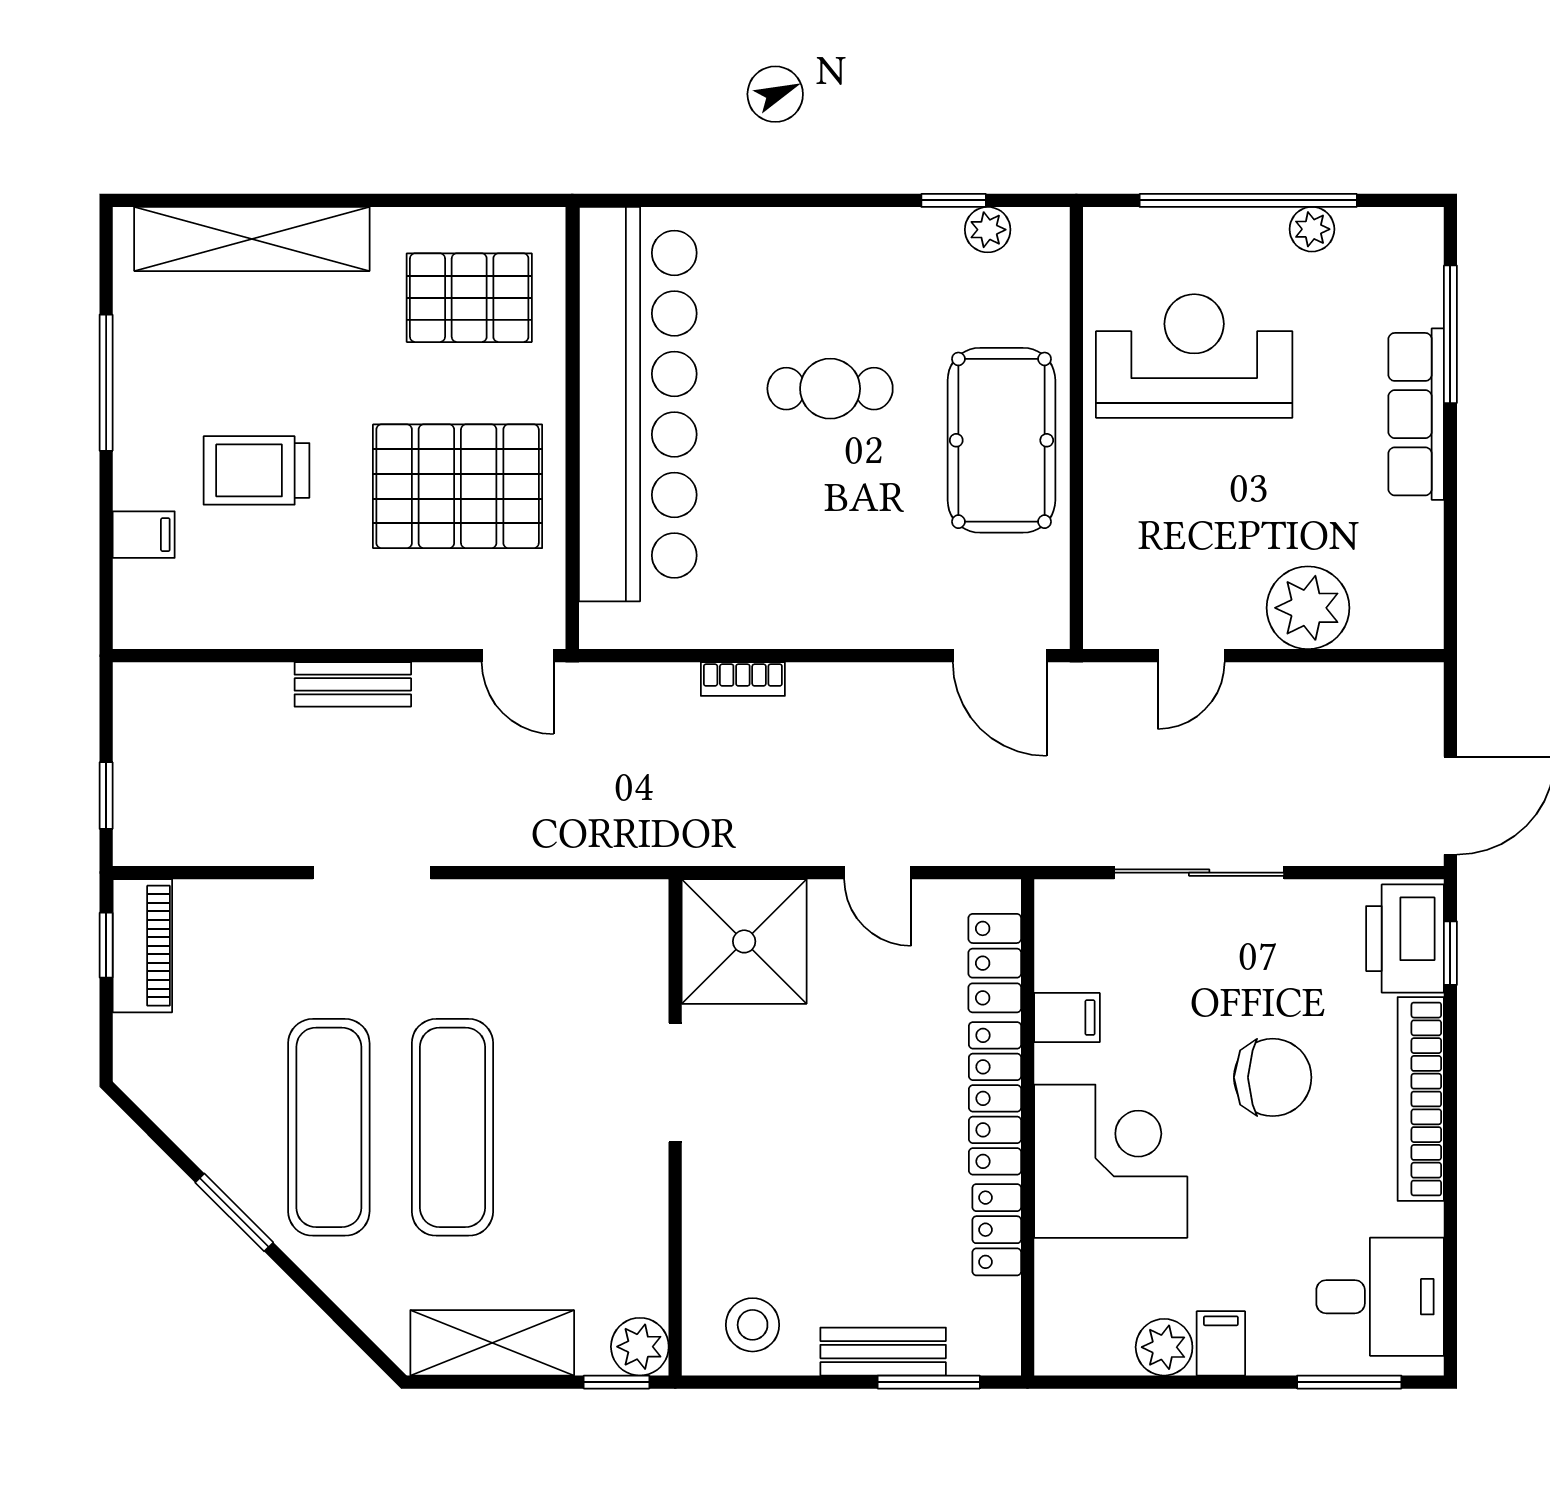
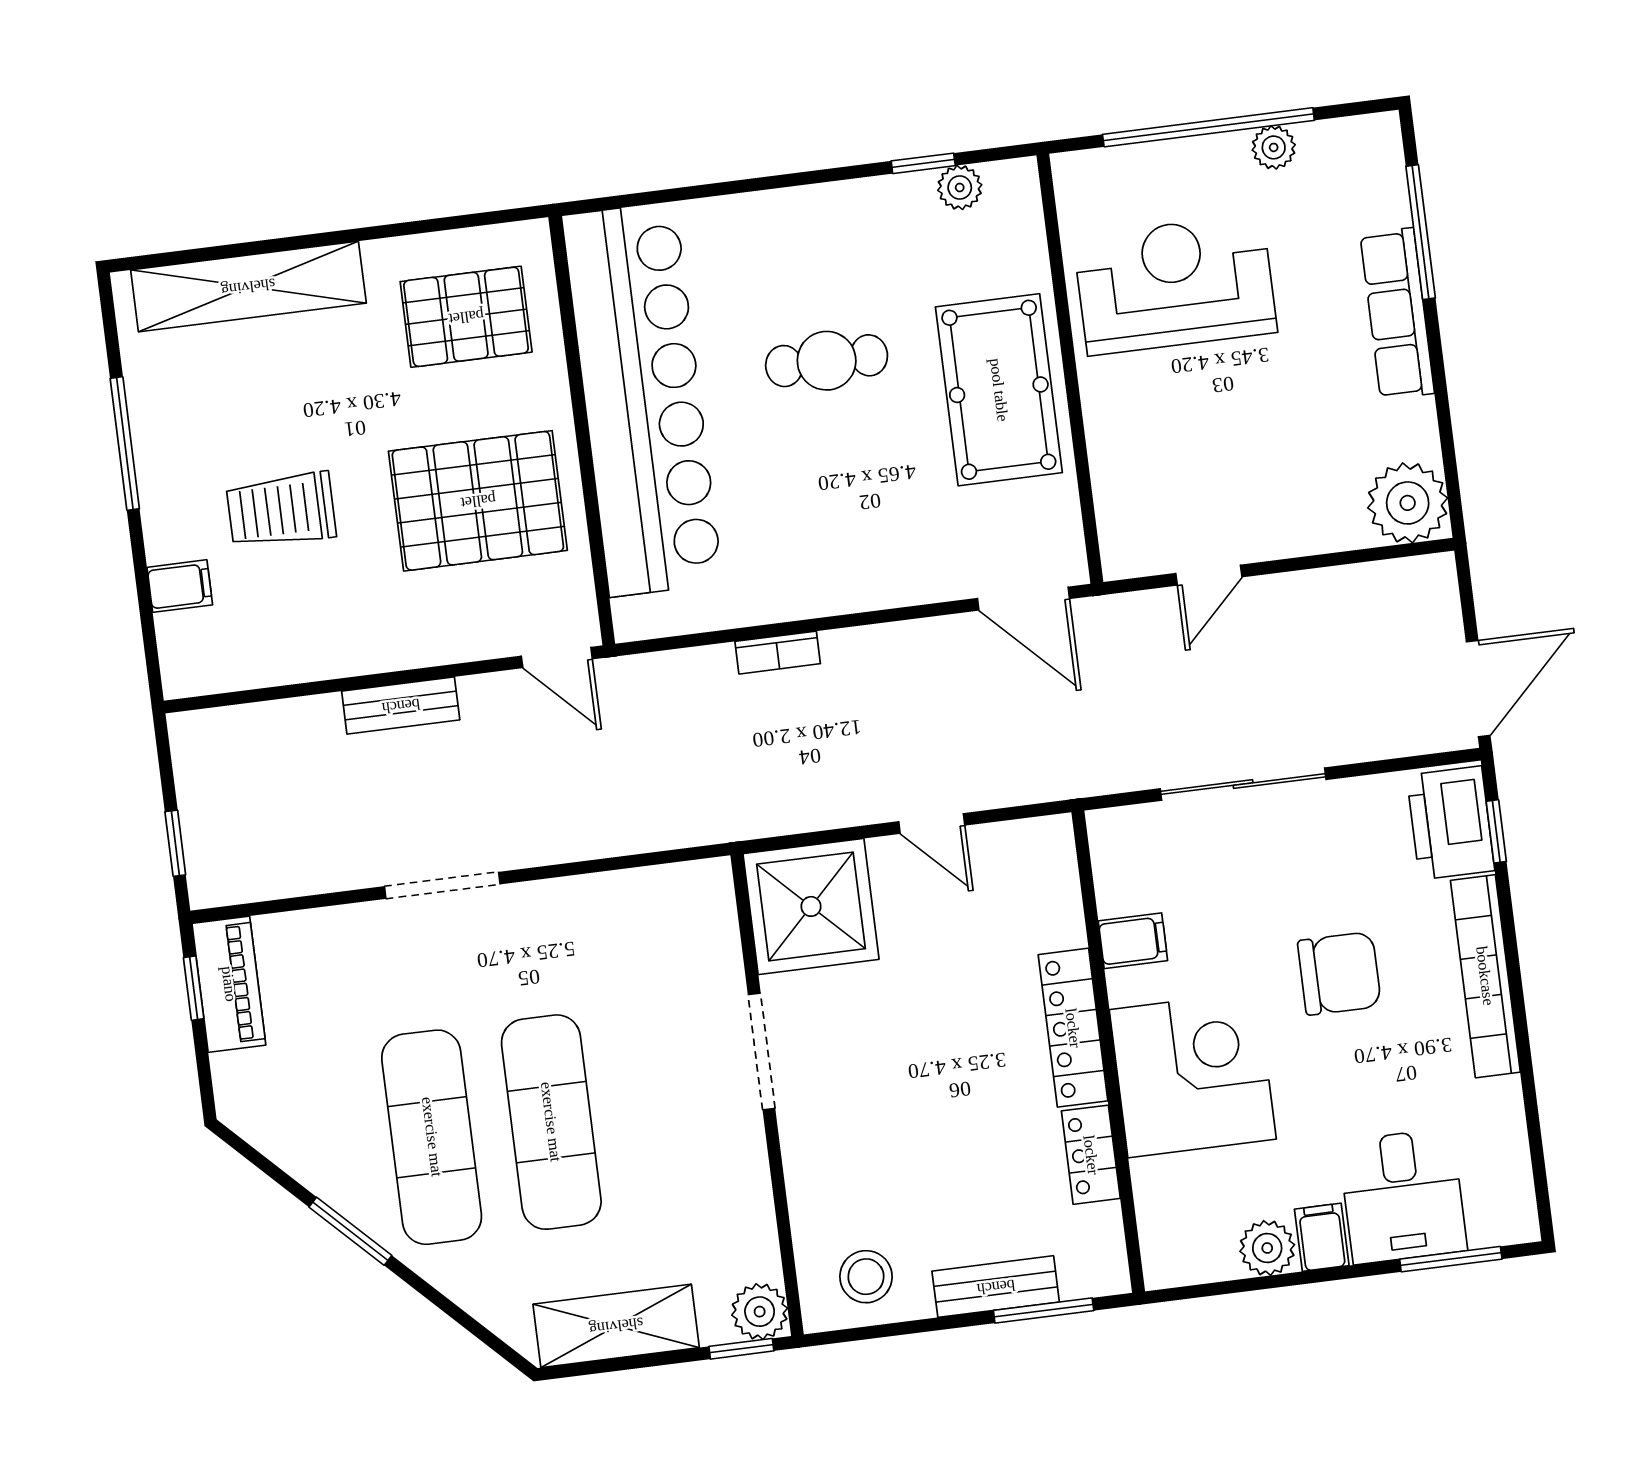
plant: (1308, 608) -> (1408, 503), moved
locker: (995, 963) -> (1056, 897), removed
desk: (1380, 1297) -> (1403, 1196), moved, turned 90

